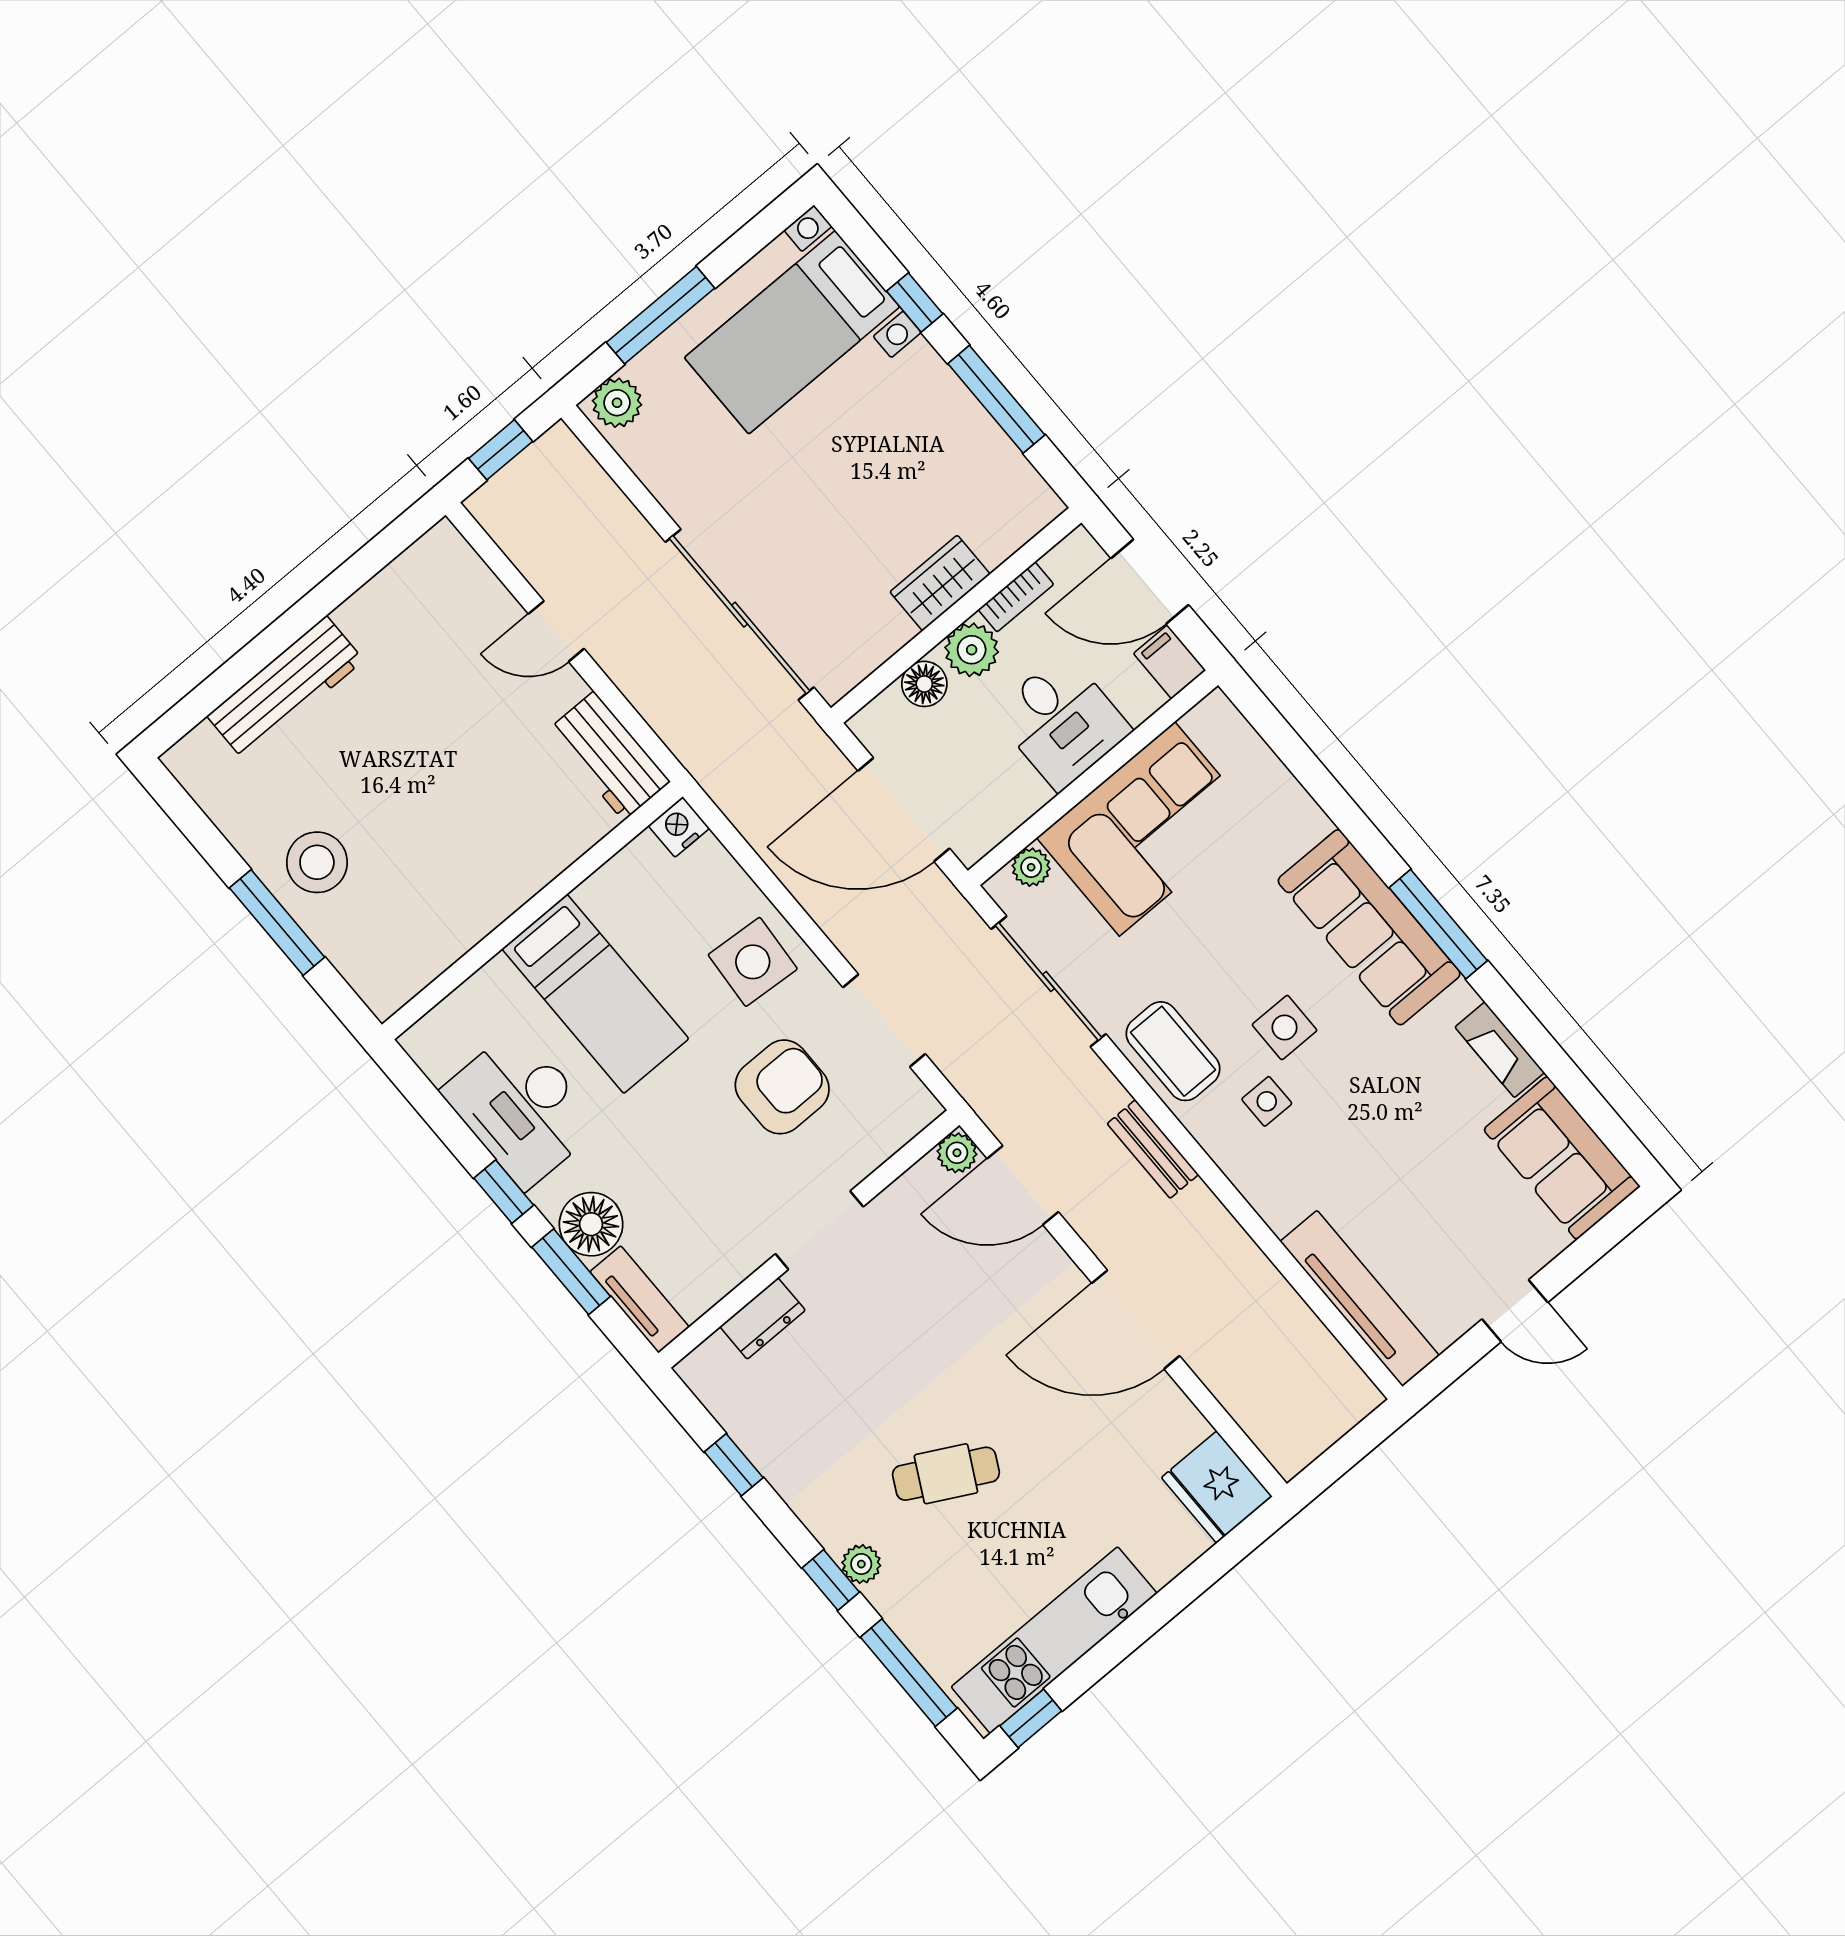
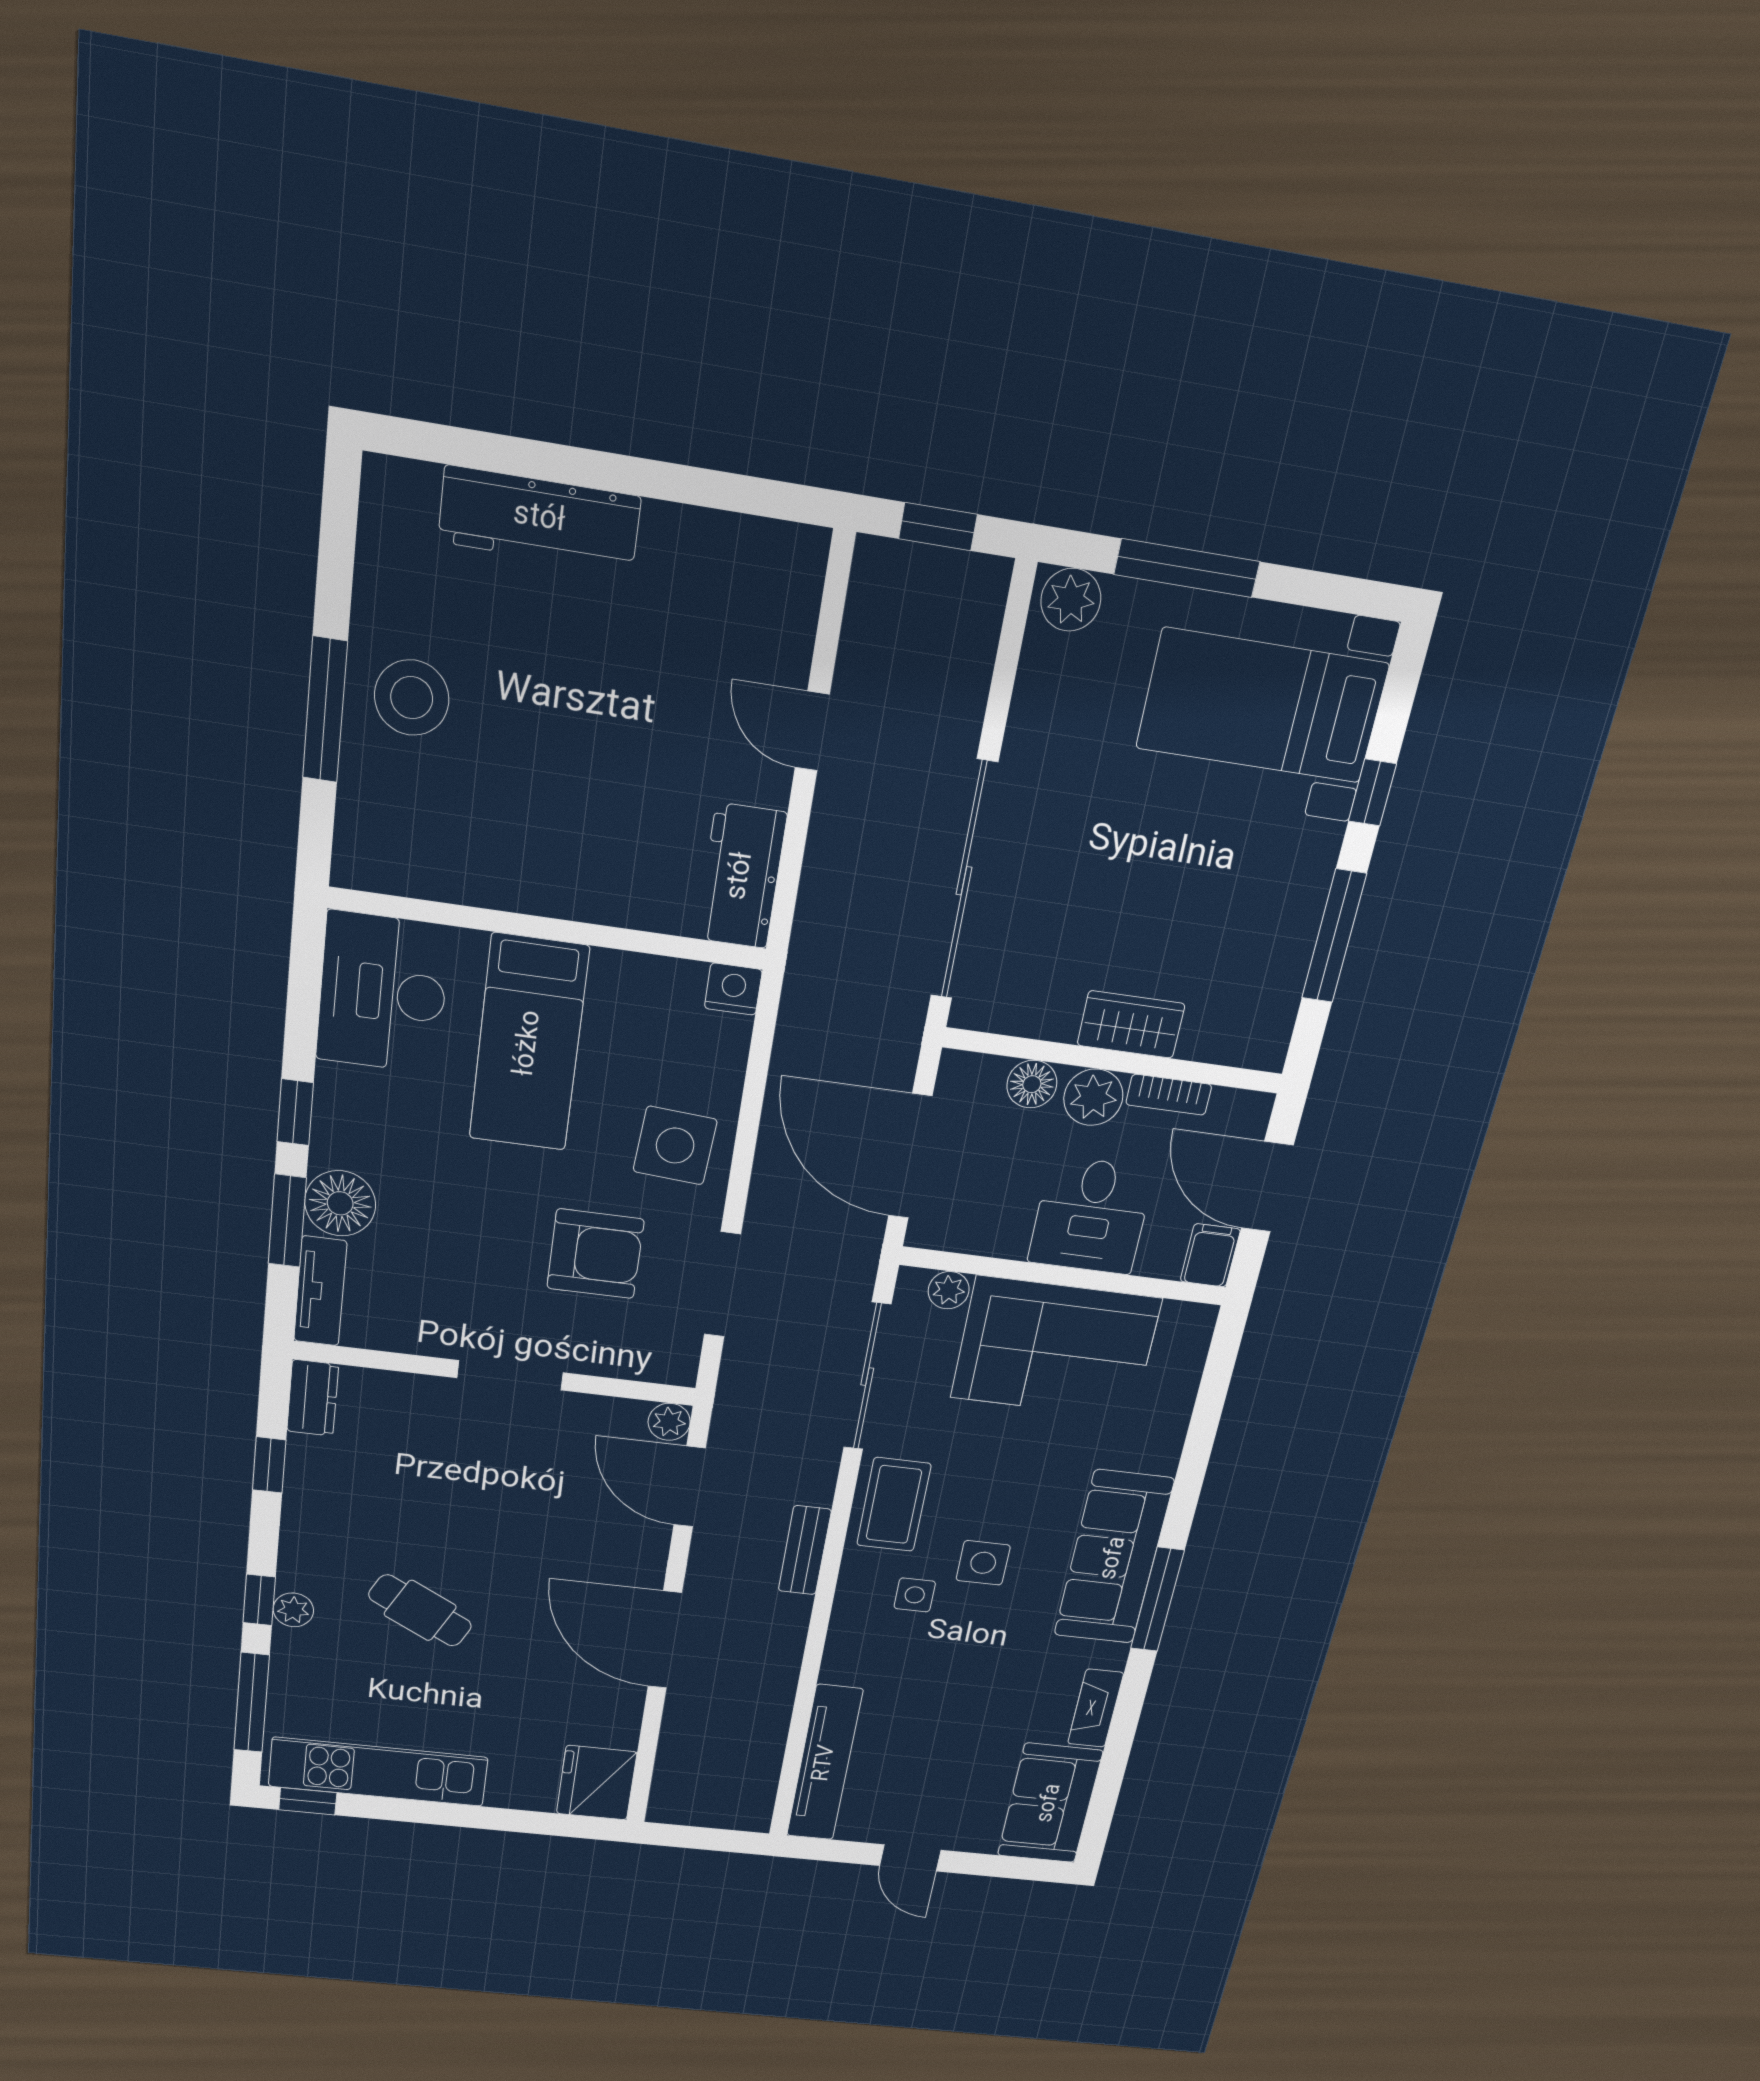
desk: (521, 1108) -> (383, 993), moved
dresser: (763, 1318) -> (313, 1398), moved, turned -90

